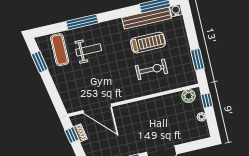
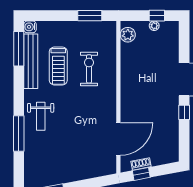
treadmill: (148, 43) -> (58, 66), turned 180
exercise mat: (60, 50) -> (44, 166), removed
weight bench: (89, 50) -> (41, 116), moved, turned 180
window: (207, 101) -> (157, 16), moved

